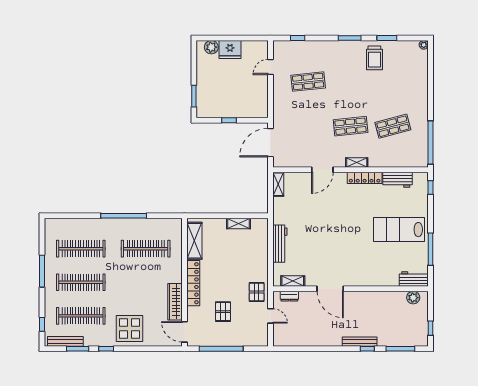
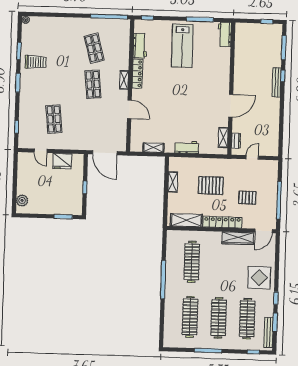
fridge: (230, 49) -> (62, 161), moved, turned 90
shelving: (278, 184) -> (153, 148), moved
workbench: (280, 244) -> (187, 147), width x0.73
pallet: (257, 292) -> (211, 185), moved, width x1.50, depth x1.42
plant: (413, 298) -> (240, 35), removed

